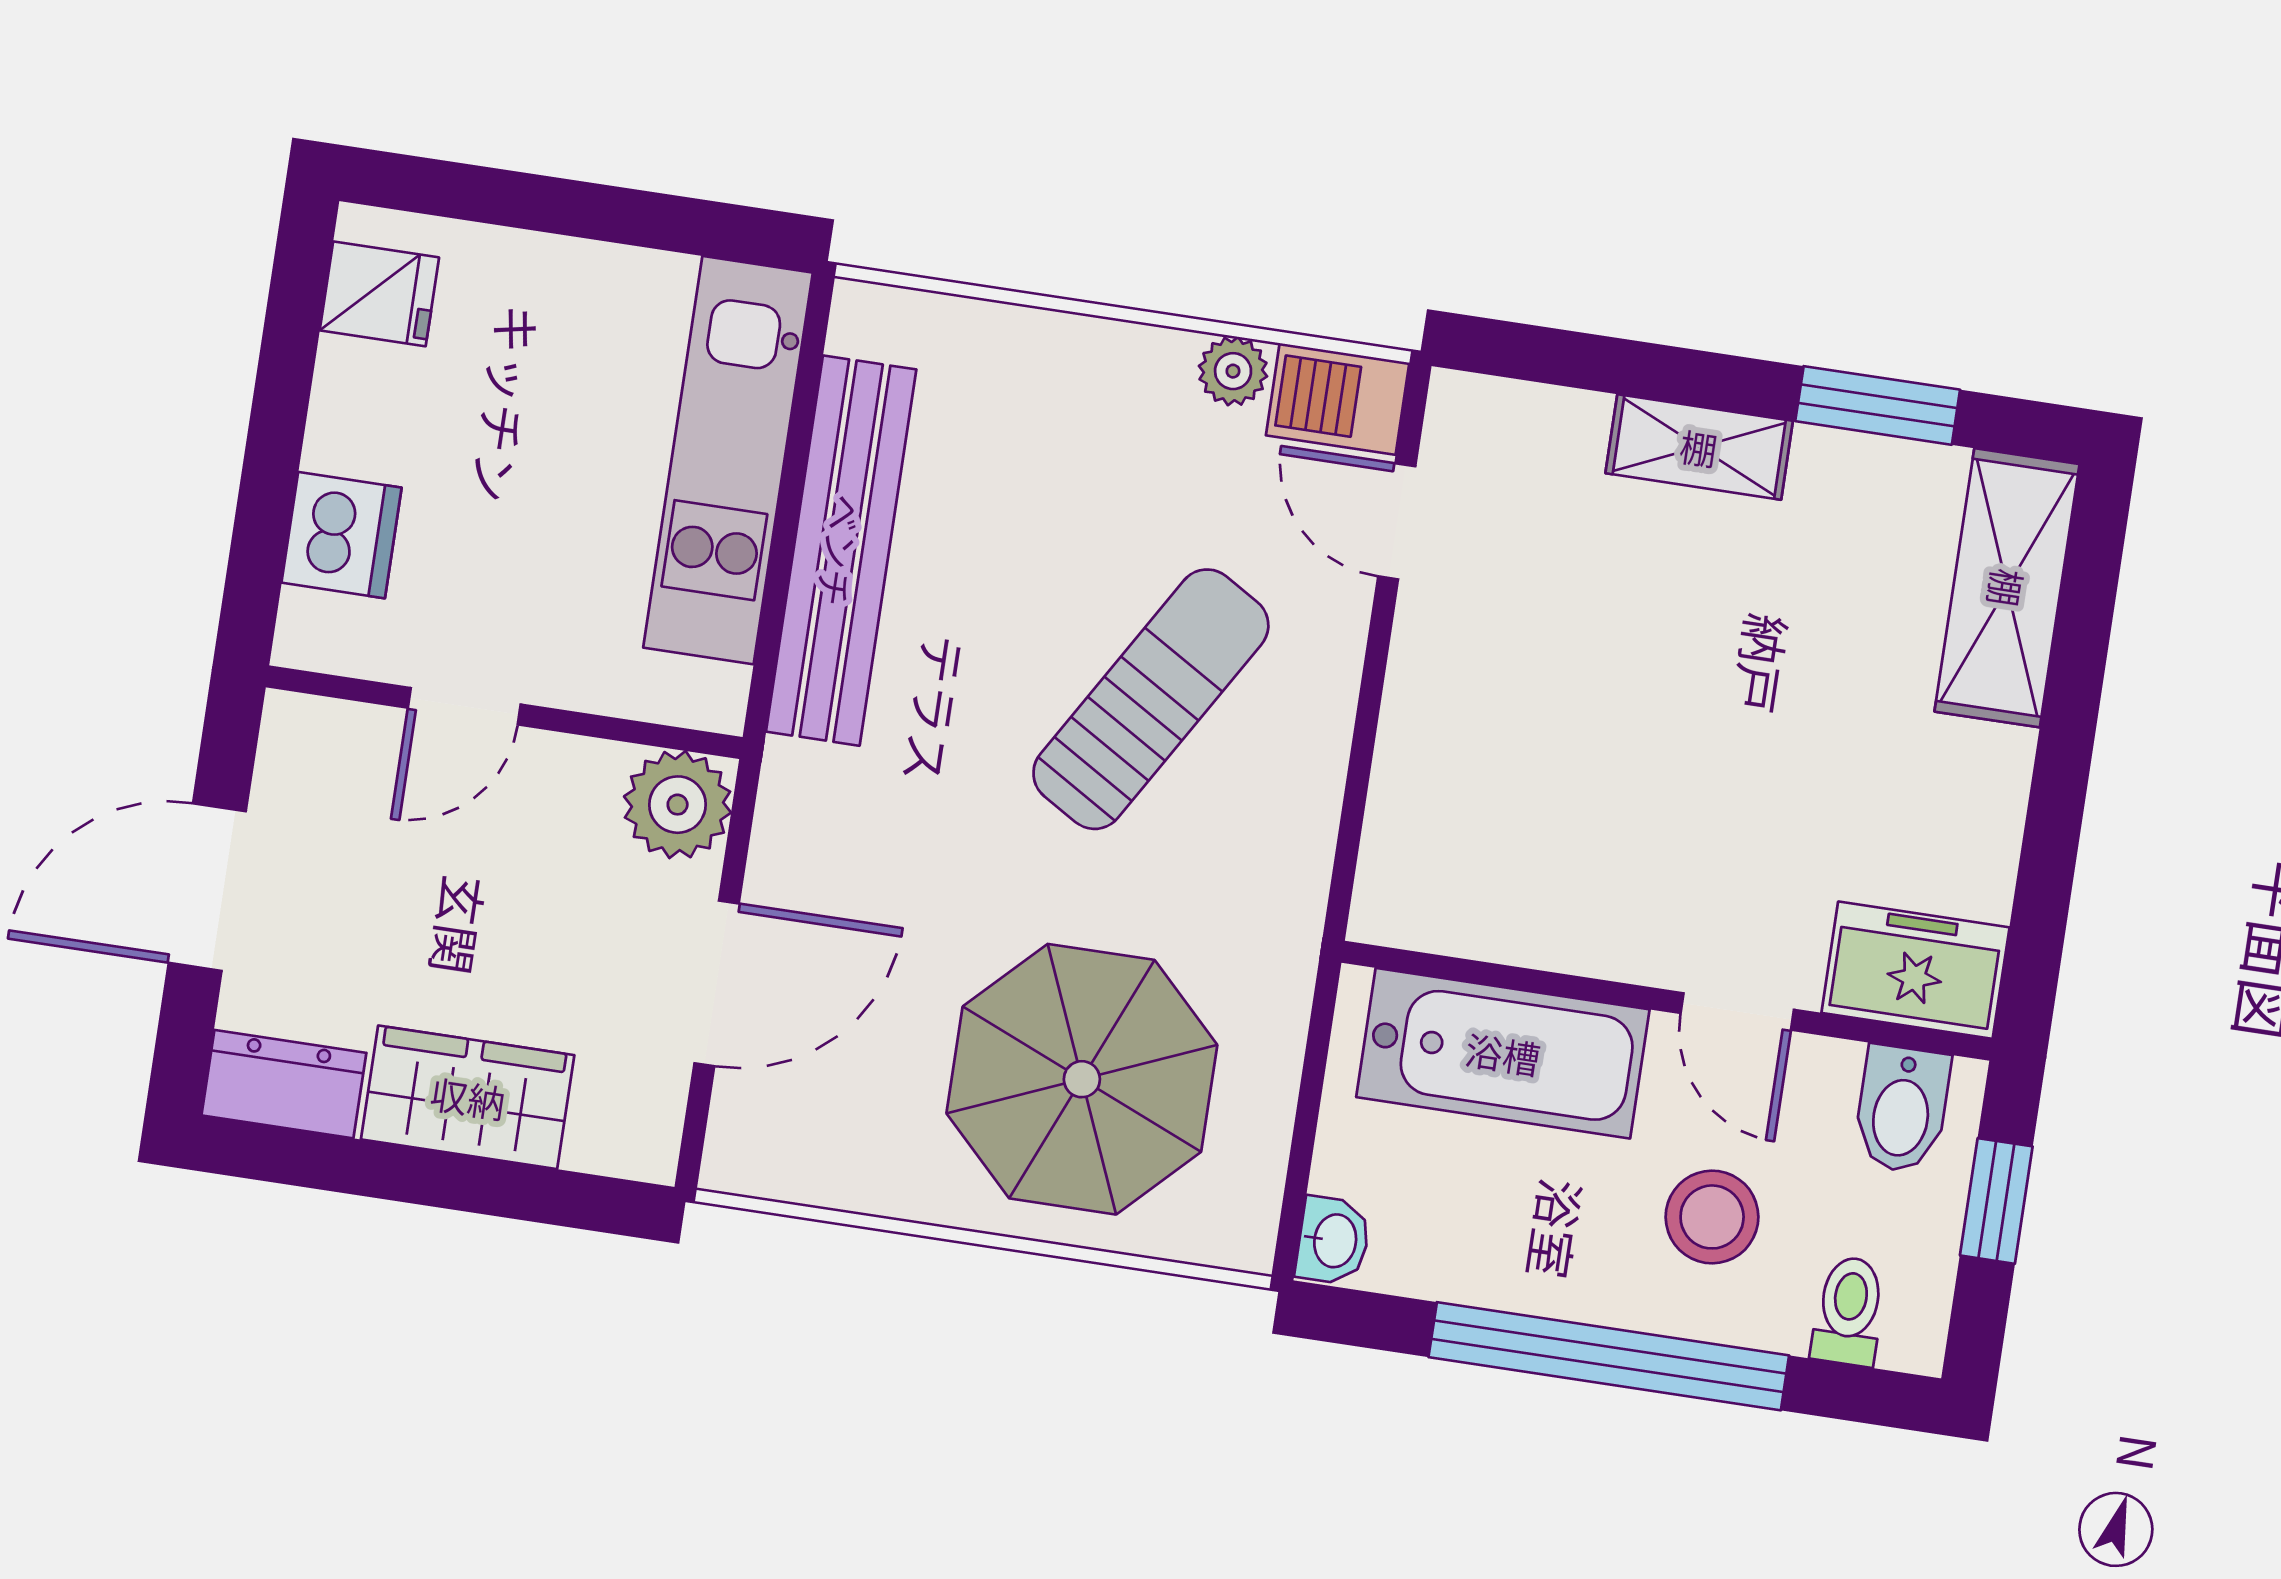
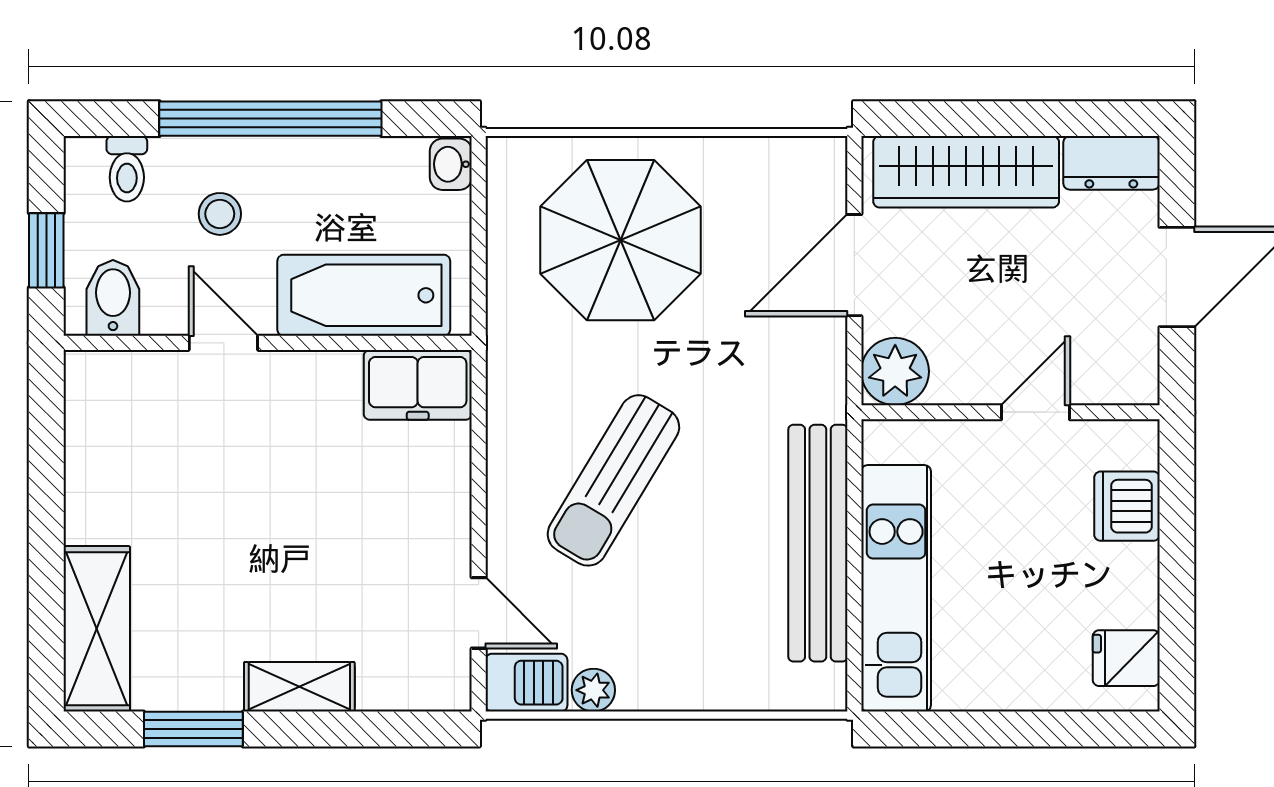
freezer: (1915, 970) -> (418, 385), moved
wardrobe: (468, 1097) -> (966, 172), width x1.50
stool: (1712, 1217) -> (220, 214), width x0.73, depth x0.73

